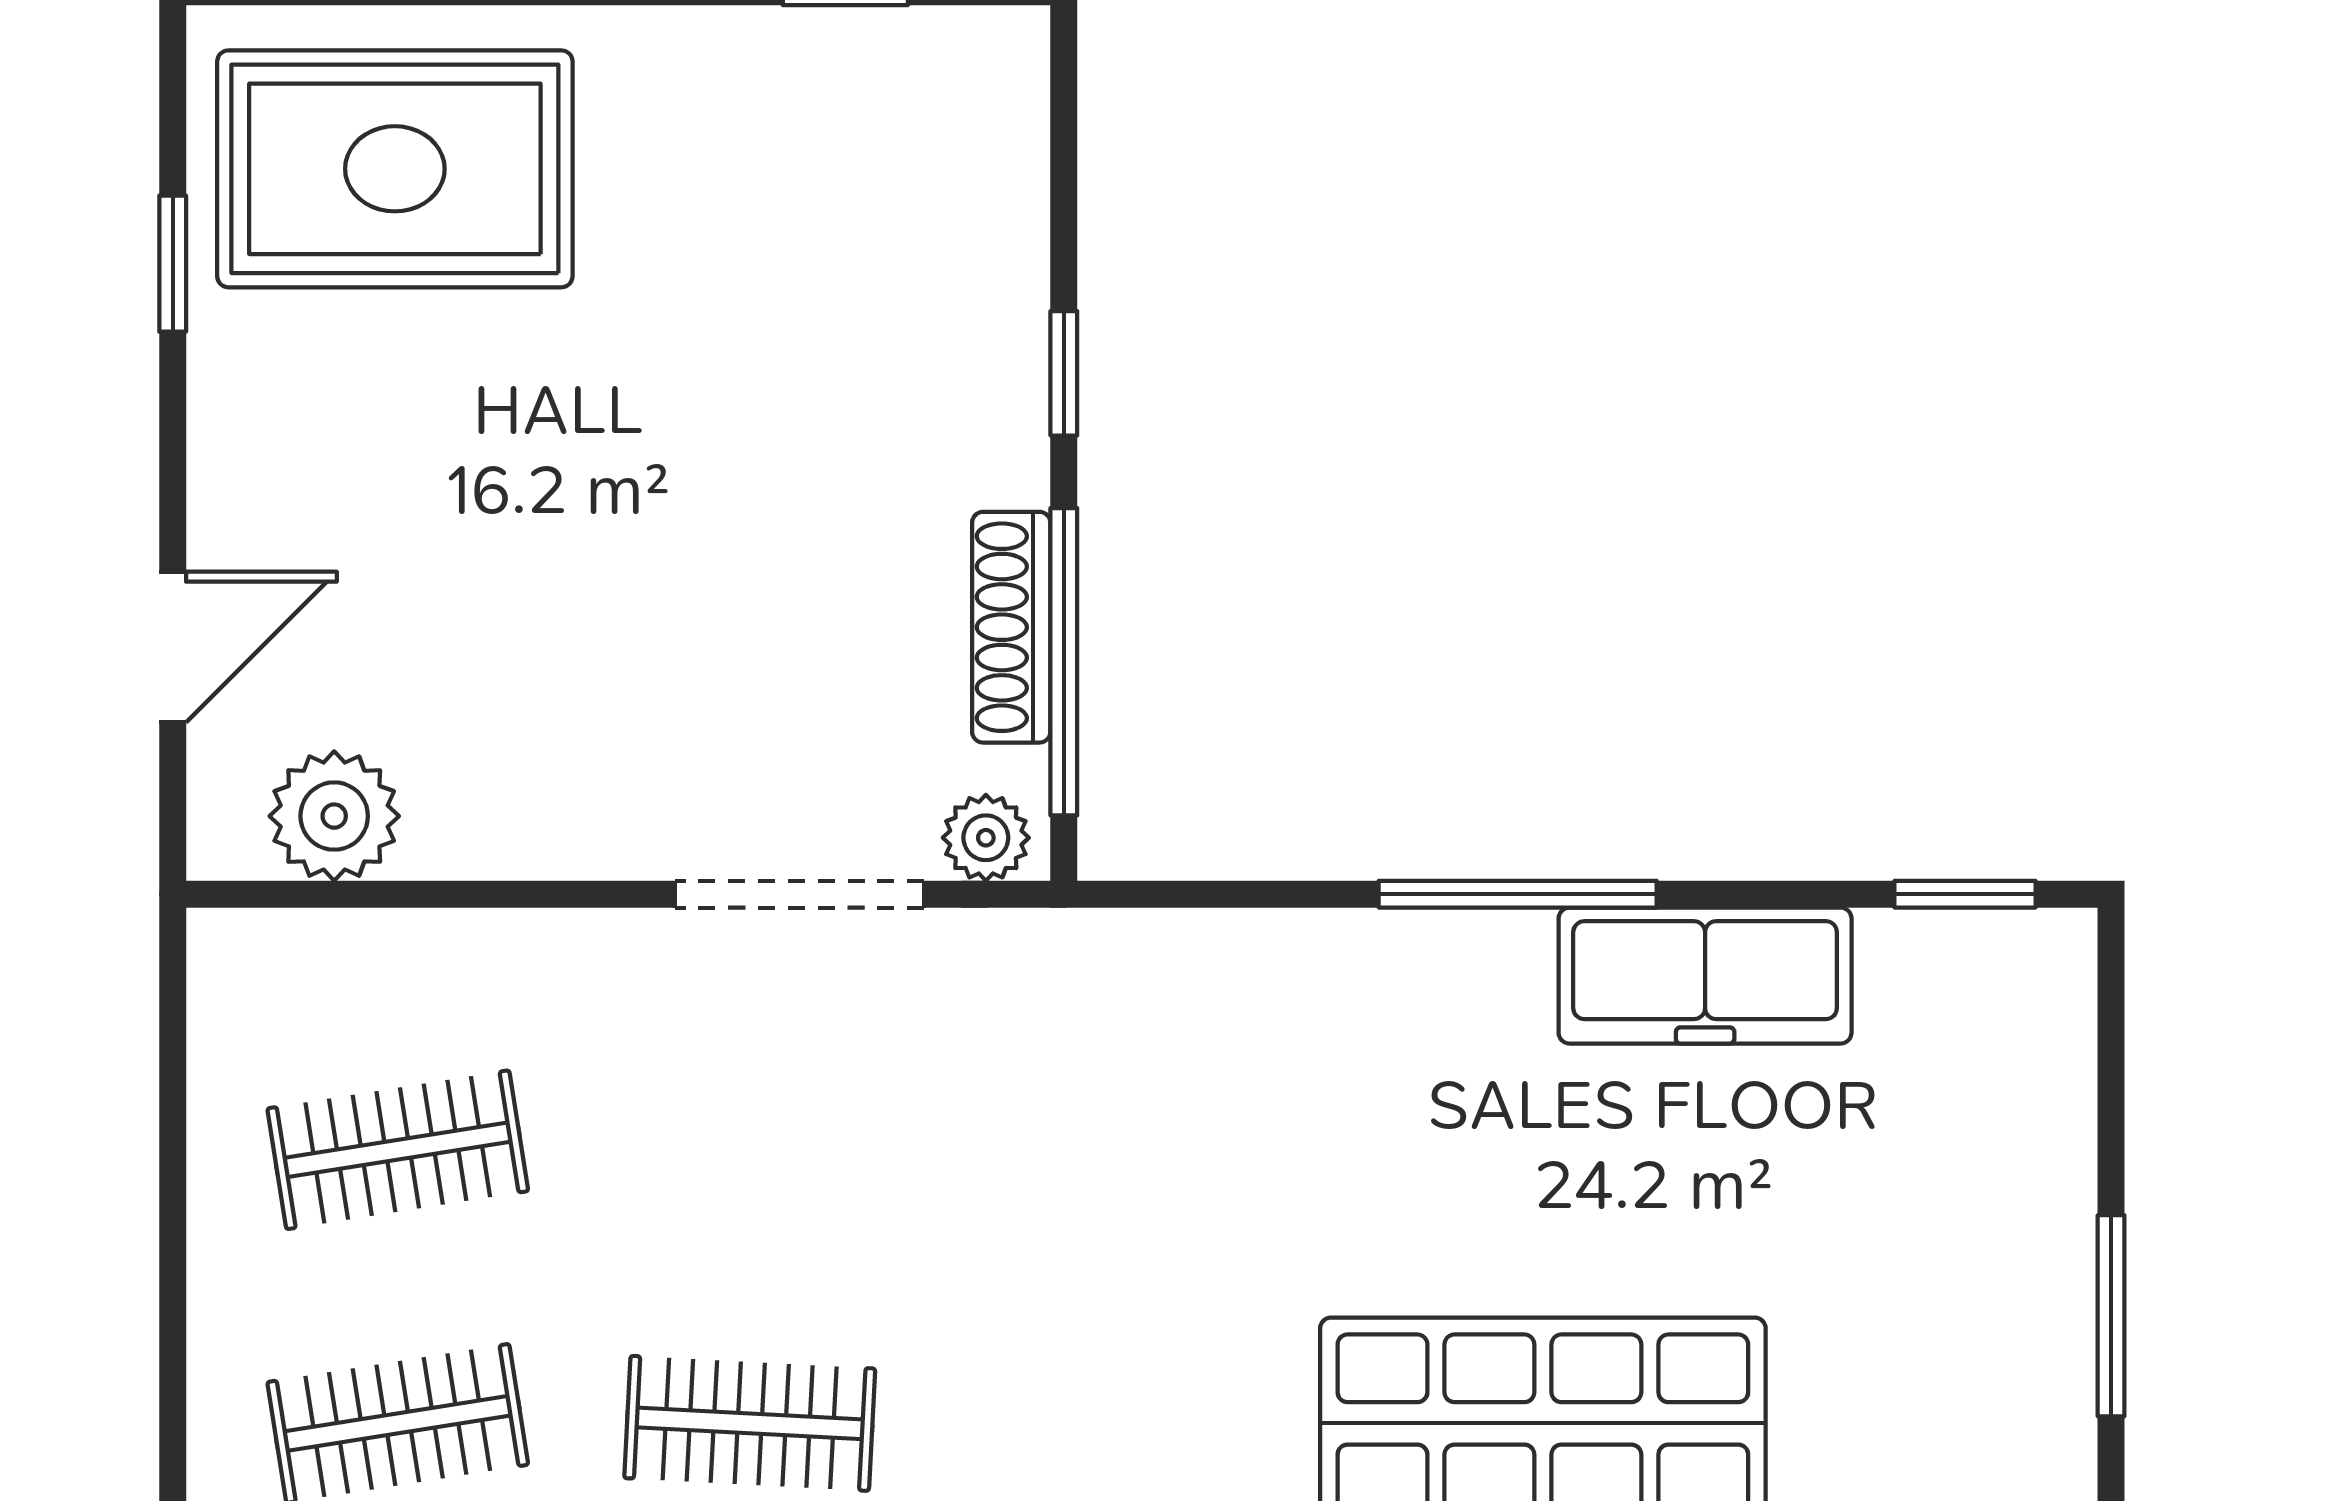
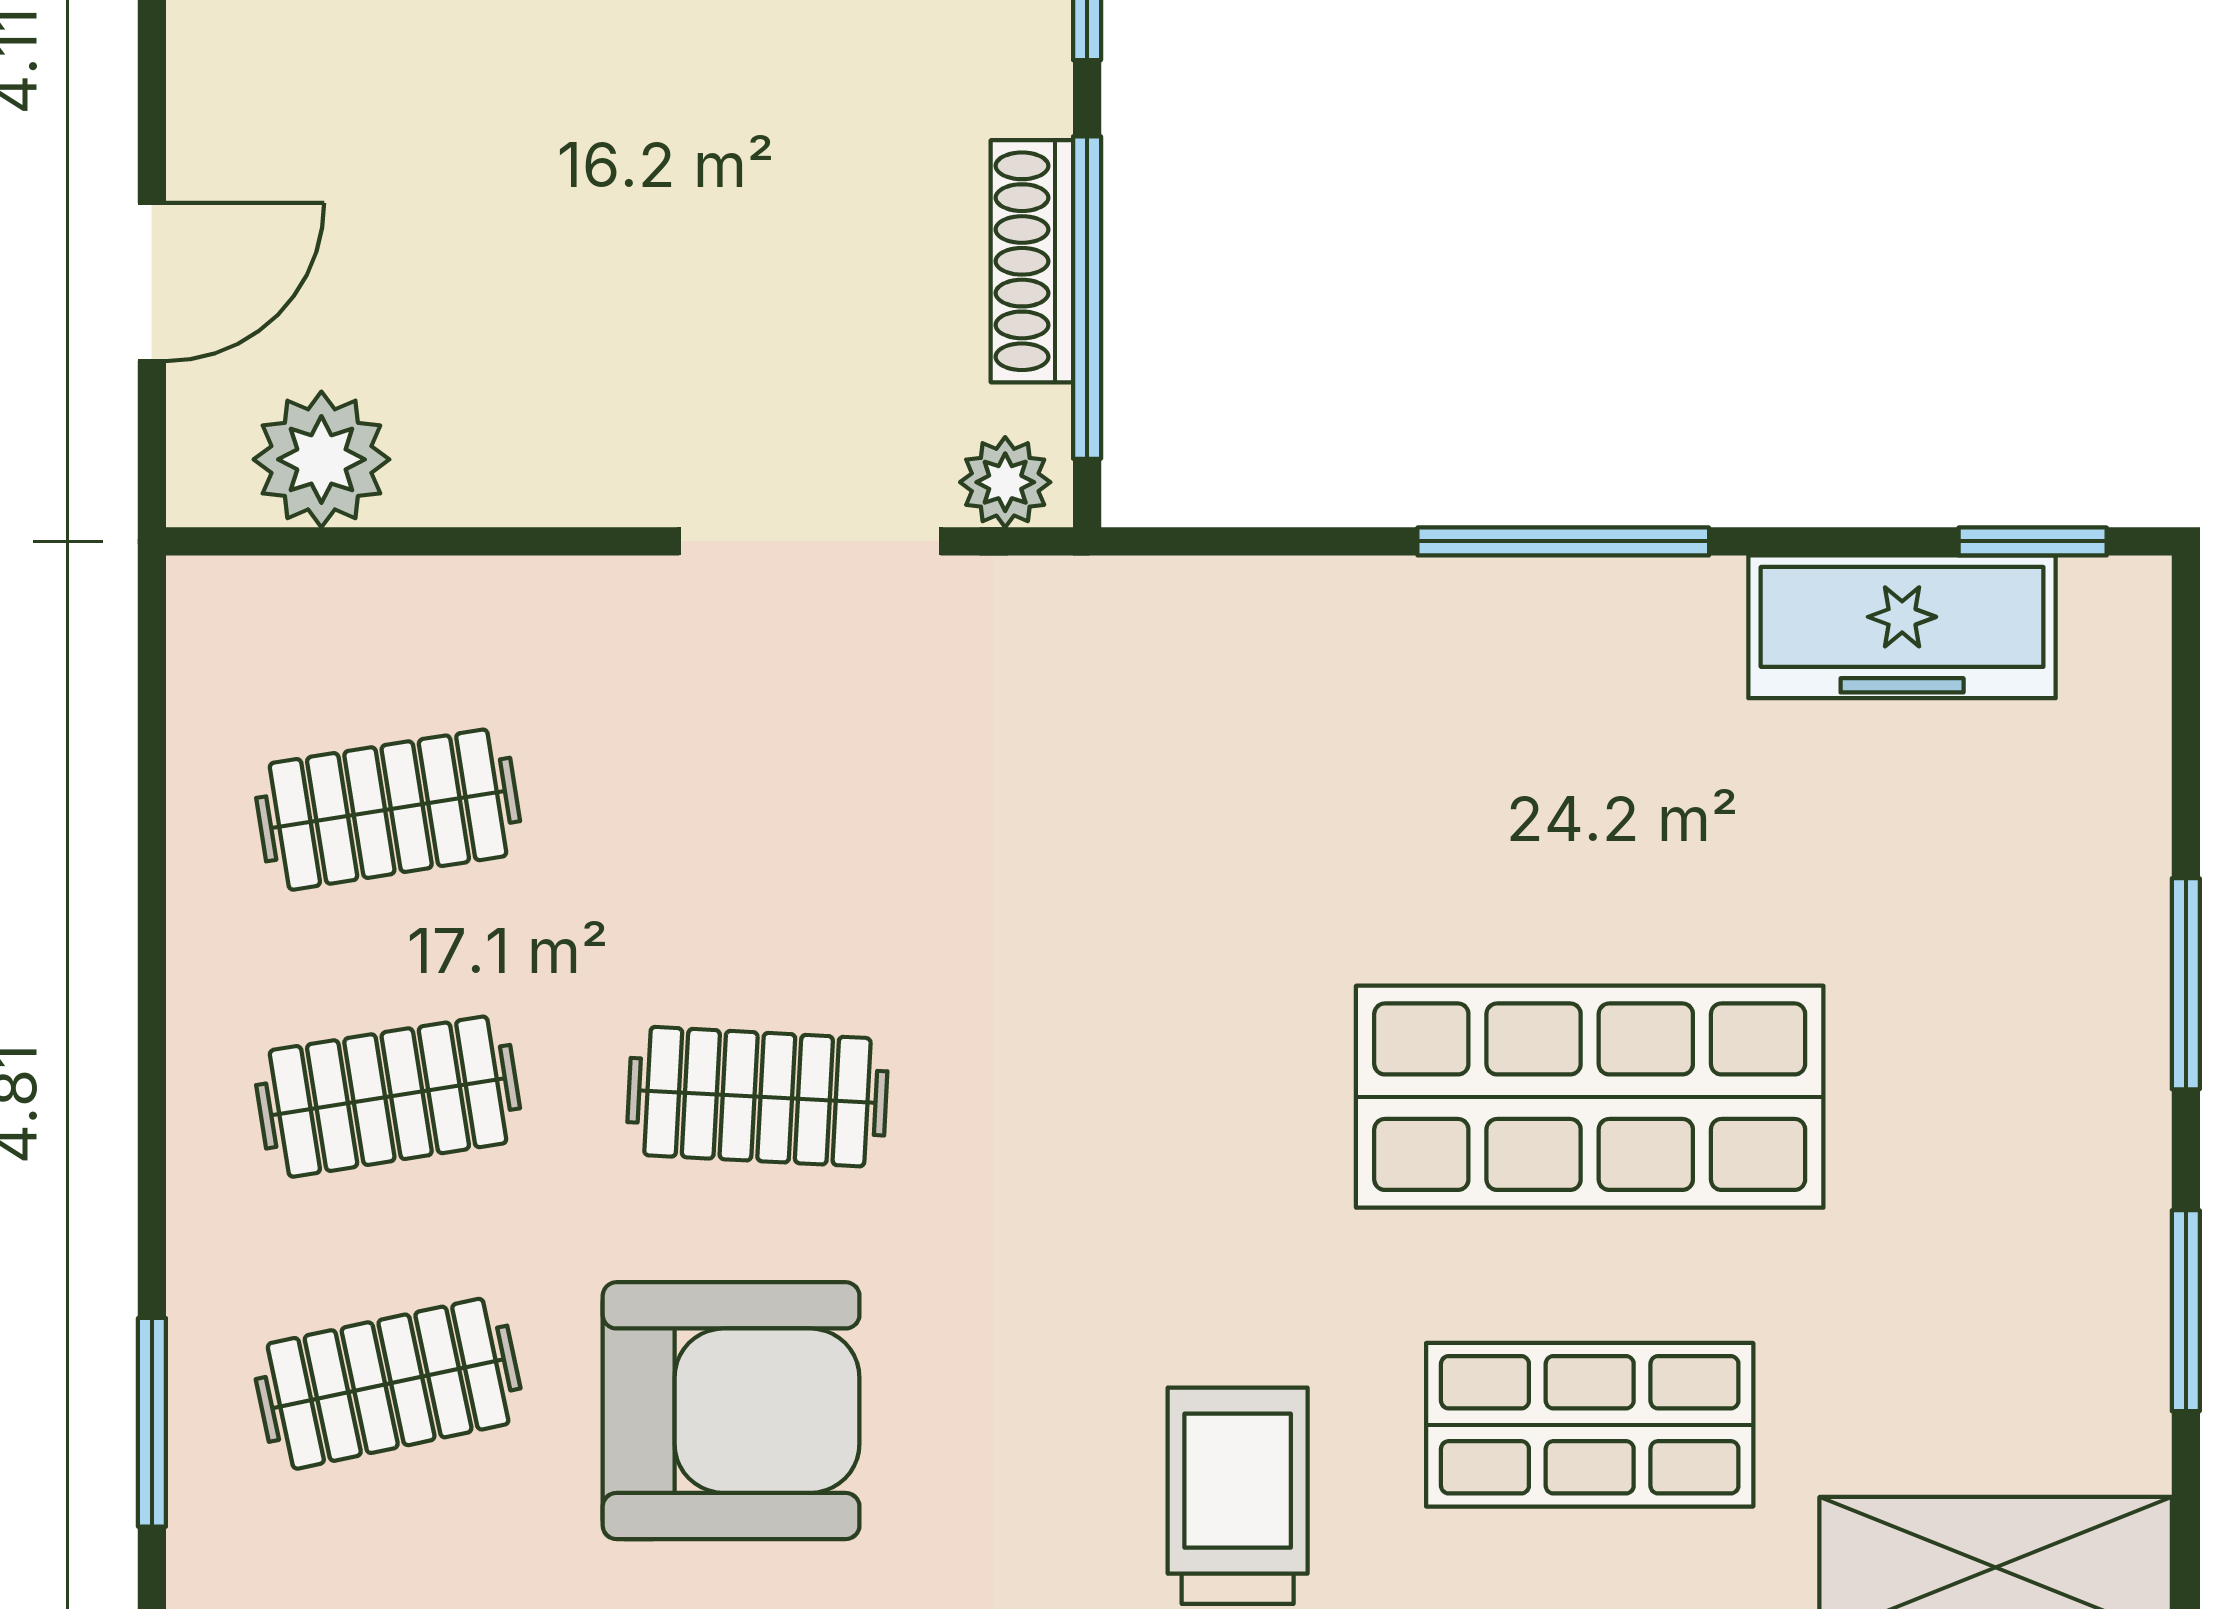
freezer: (1705, 976) -> (1902, 627), moved

